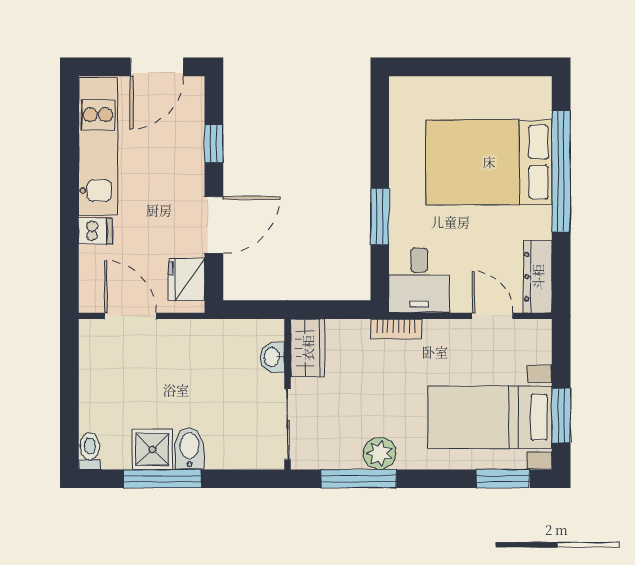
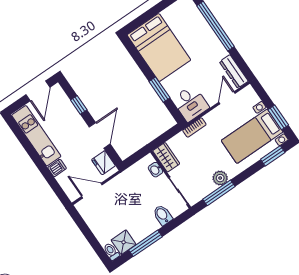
bed: (489, 162) -> (159, 47), moved, turned -90
door: (492, 316) -> (227, 98), hinge flipped
shower: (152, 449) -> (124, 242), moved
bidet: (189, 449) -> (163, 215), moved

